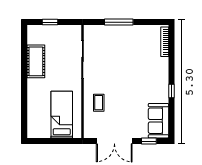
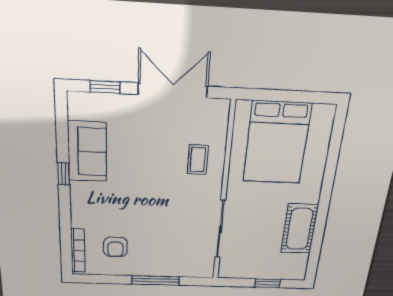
armchair: (143, 45) -> (115, 247), added
bed: (62, 115) -> (277, 143), width x1.50
sofa: (158, 121) -> (87, 152), moved

